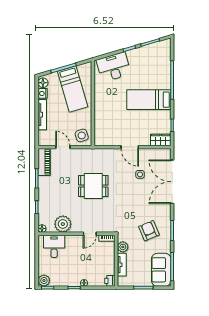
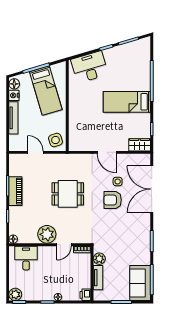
piano: (44, 162) -> (15, 191), moved
plant: (63, 224) -> (47, 234), moved
armchair: (149, 231) -> (113, 200), moved, turned -67

